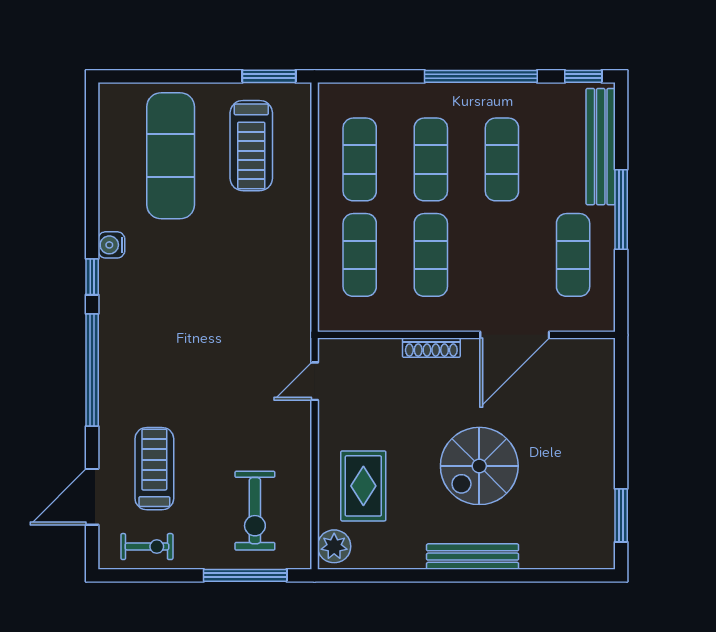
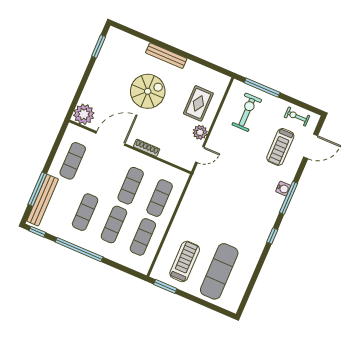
window: (621, 210) -> (37, 189), moved
water cooler: (111, 245) -> (283, 189), moved
plant: (592, 362) -> (84, 114), added
window: (92, 370) -> (288, 198), width x0.68
plant: (334, 546) -> (200, 132), moved

